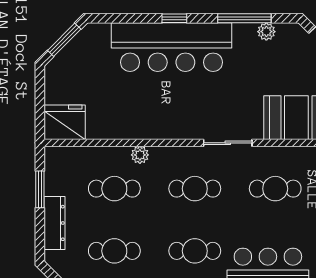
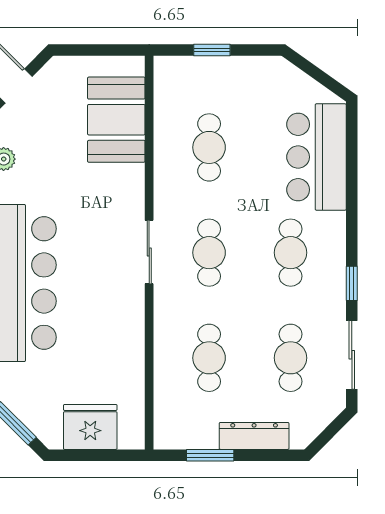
fridge: (65, 122) -> (90, 427), moved, turned 90
sliding door: (228, 143) -> (149, 252), moved
plant: (140, 155) -> (165, 324), removed

